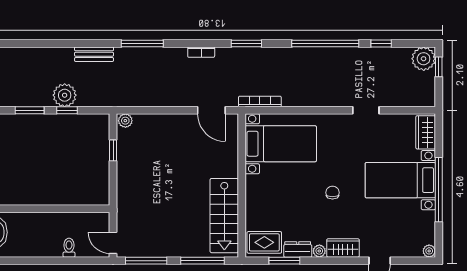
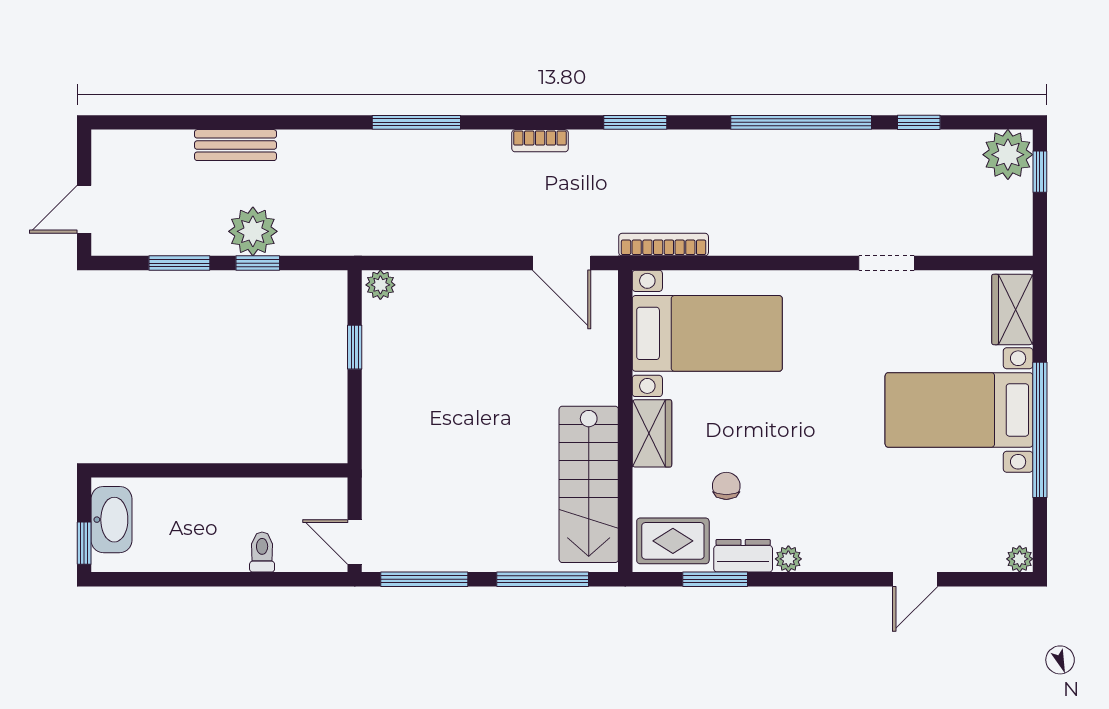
bench: (94, 54) -> (236, 145), moved
chair: (332, 193) -> (726, 486), moved
wardrobe: (343, 248) -> (652, 433), moved, turned 90

